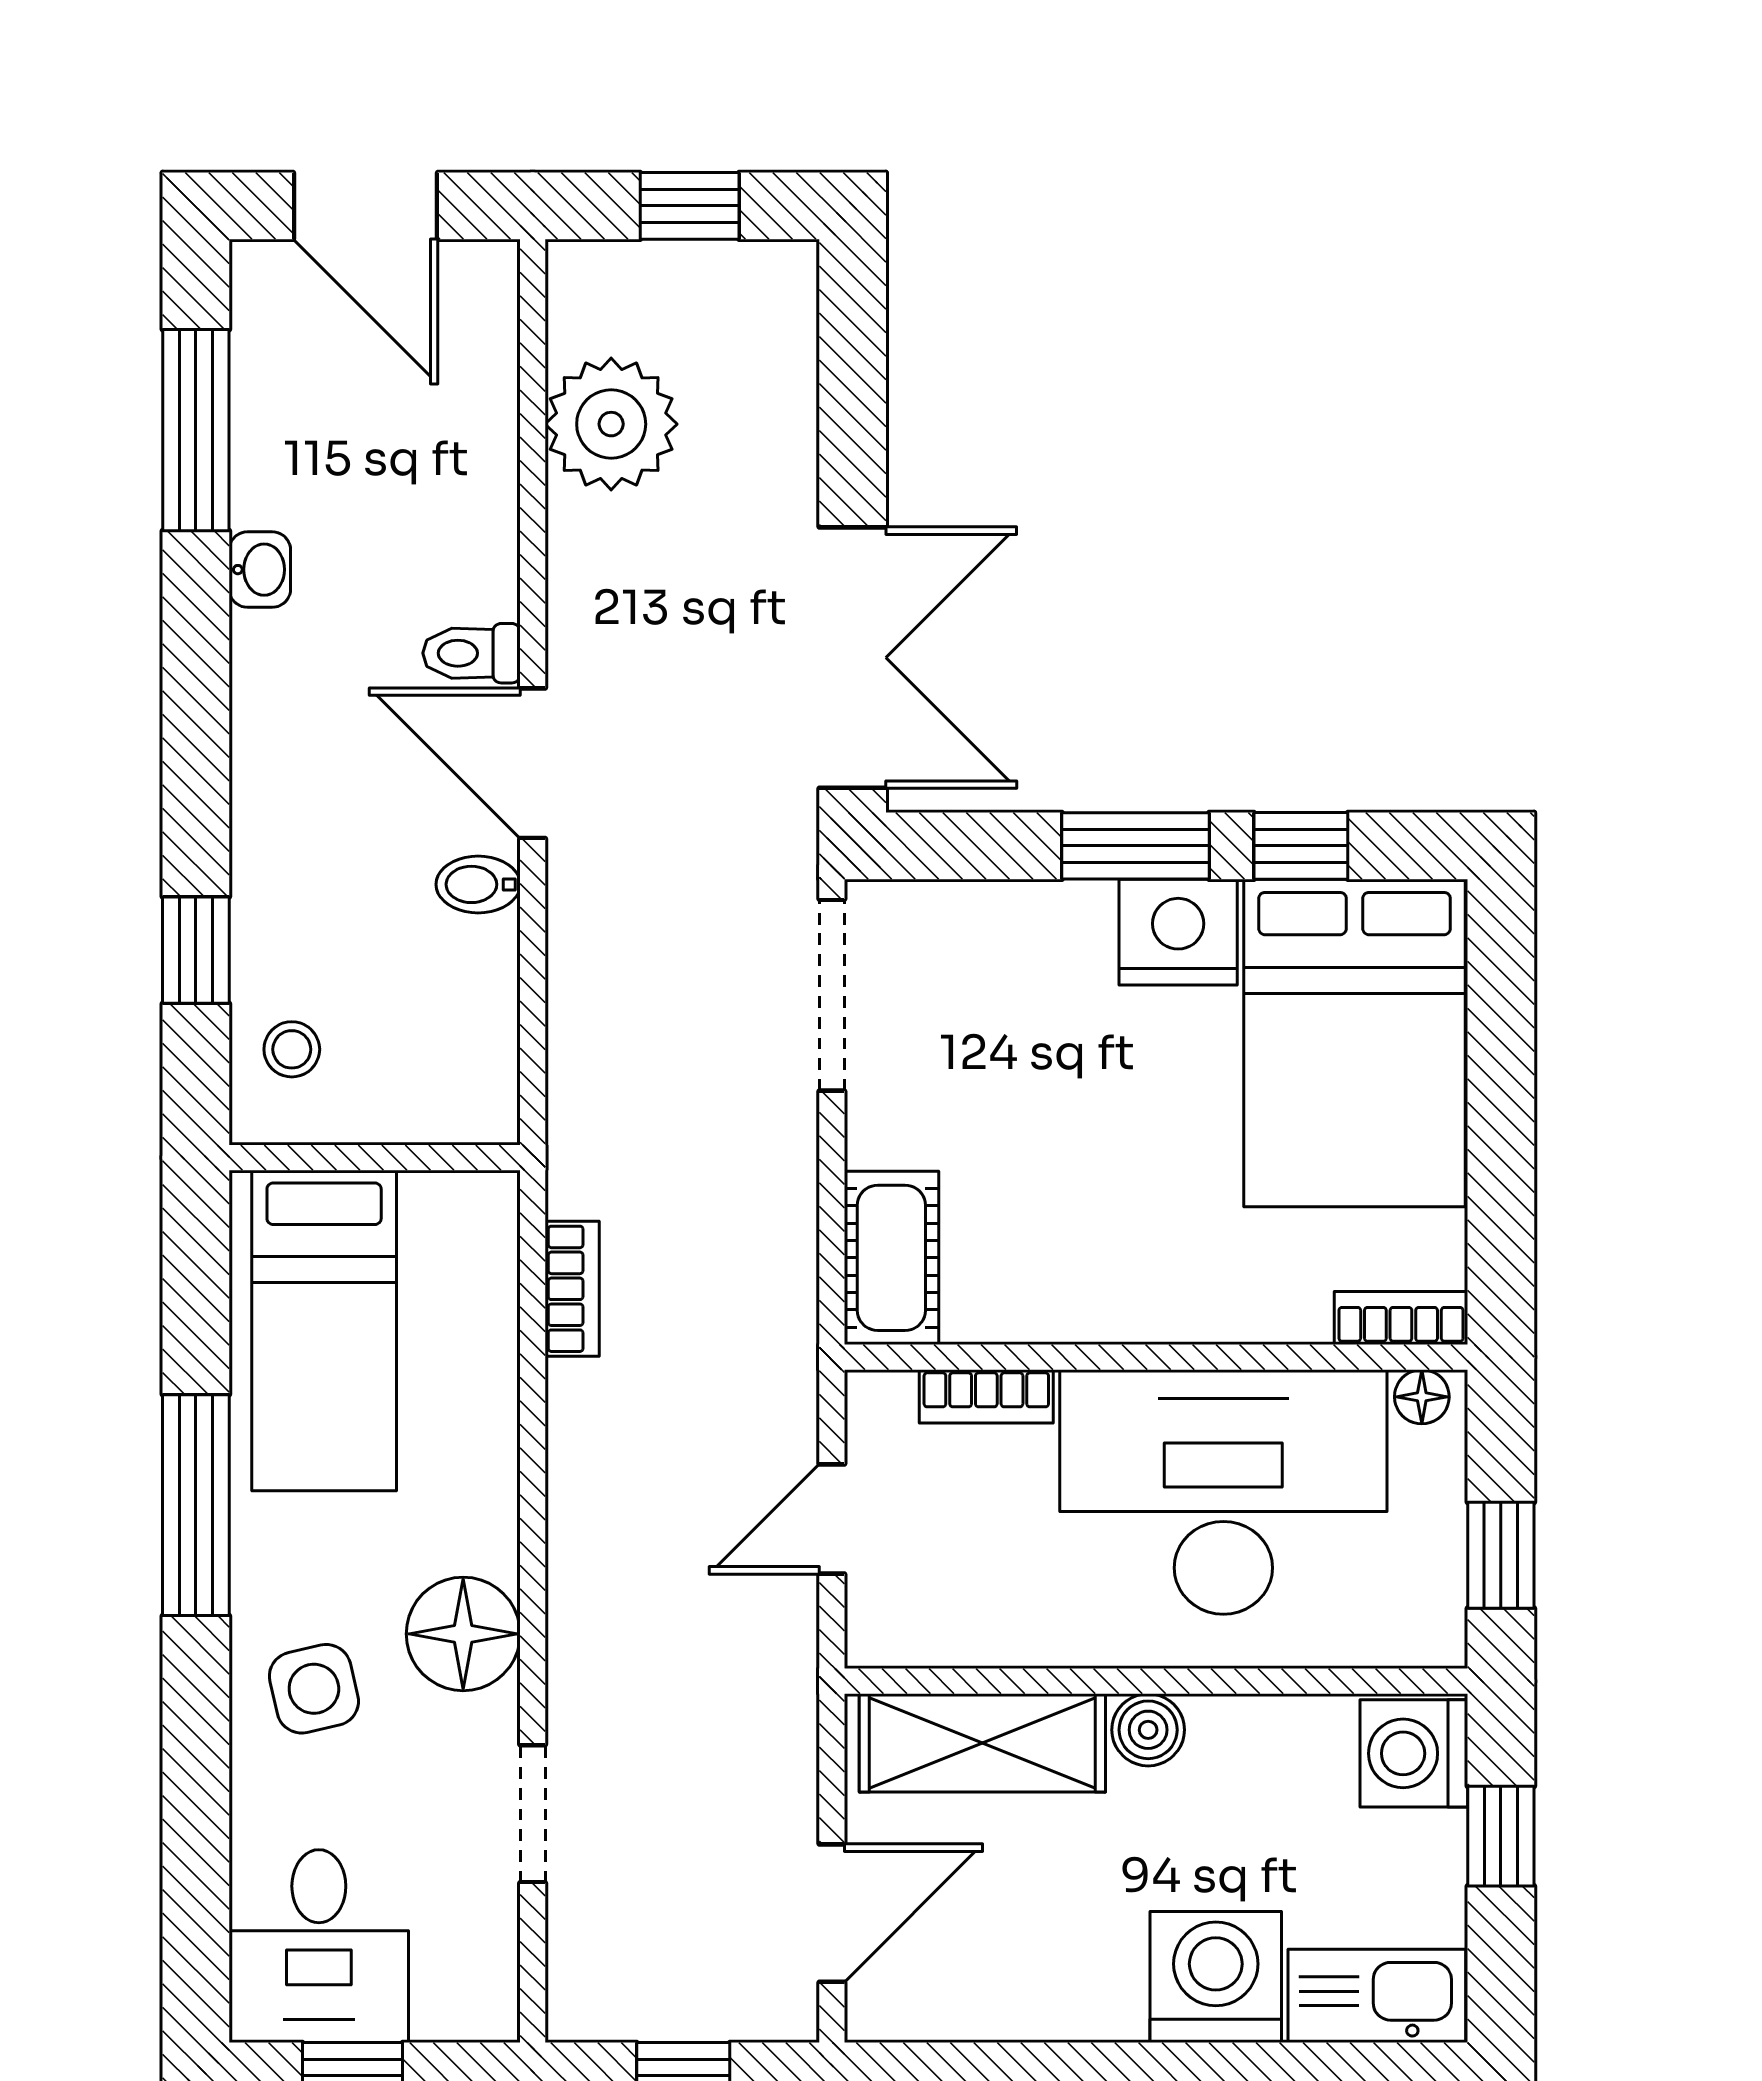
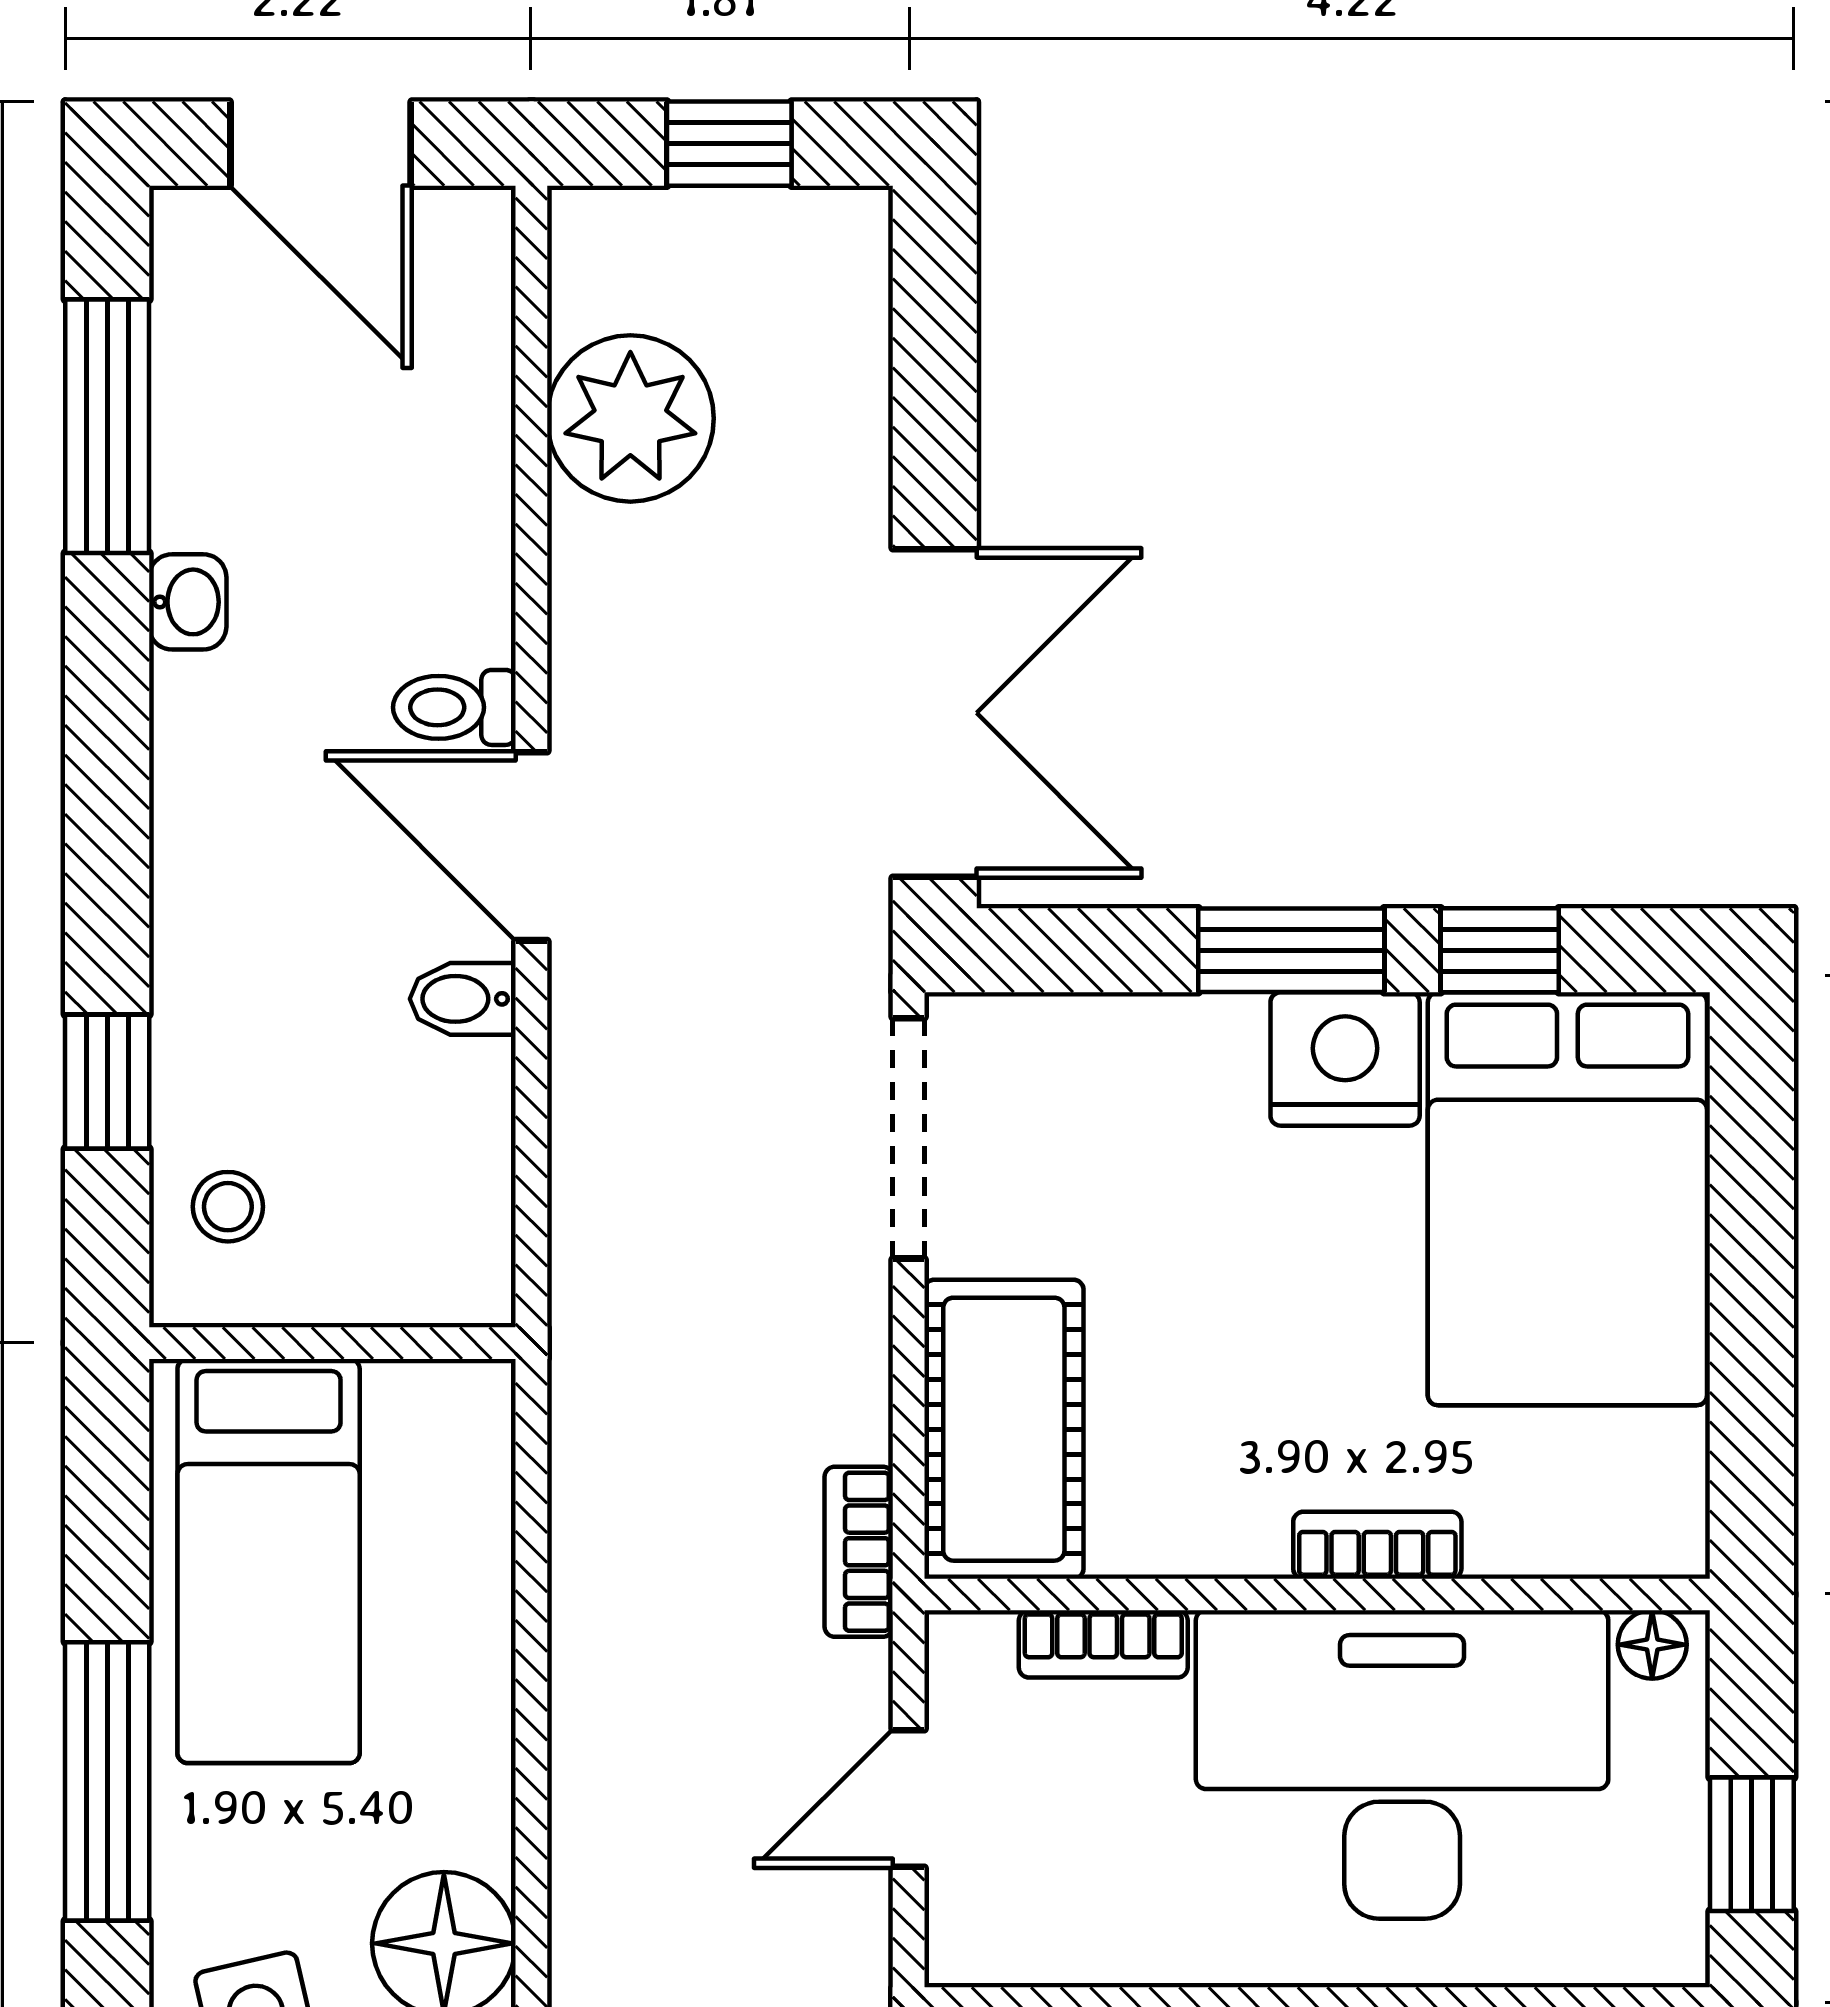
cot: (891, 1258) -> (1004, 1429), width x1.37, depth x1.34
bookcase: (572, 1289) -> (859, 1552), moved, turned 180
bookcase: (1401, 1318) -> (1377, 1545), moved

